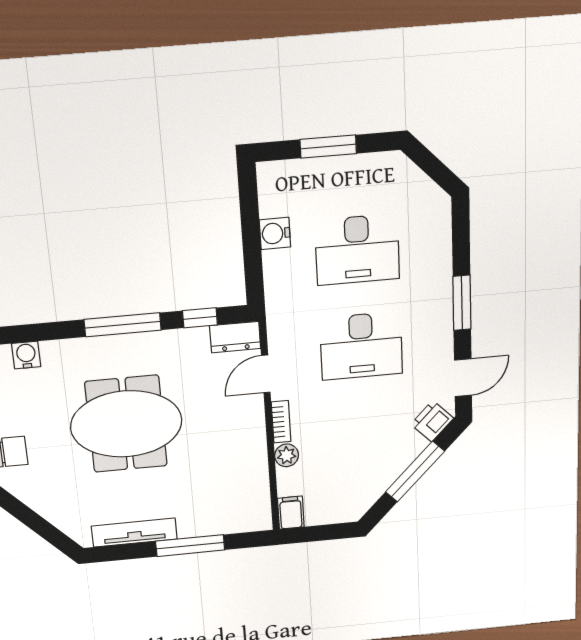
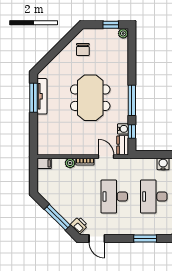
window: (462, 303) -> (145, 239), moved
water cooler: (26, 355) -> (123, 129), moved
window: (190, 546) -> (34, 98), moved

